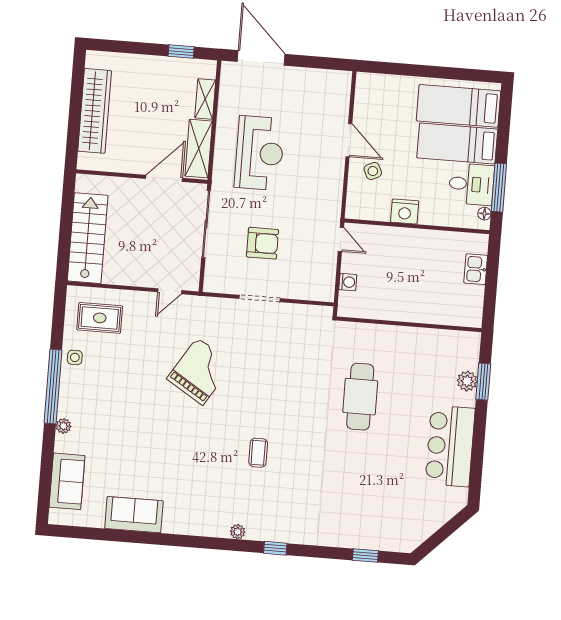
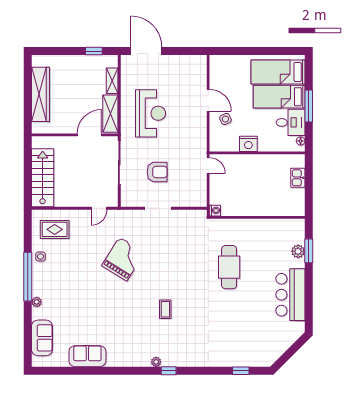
window: (499, 188) -> (309, 106), moved
washing machine: (348, 282) -> (215, 211), moved
window: (275, 548) -> (169, 371), moved

